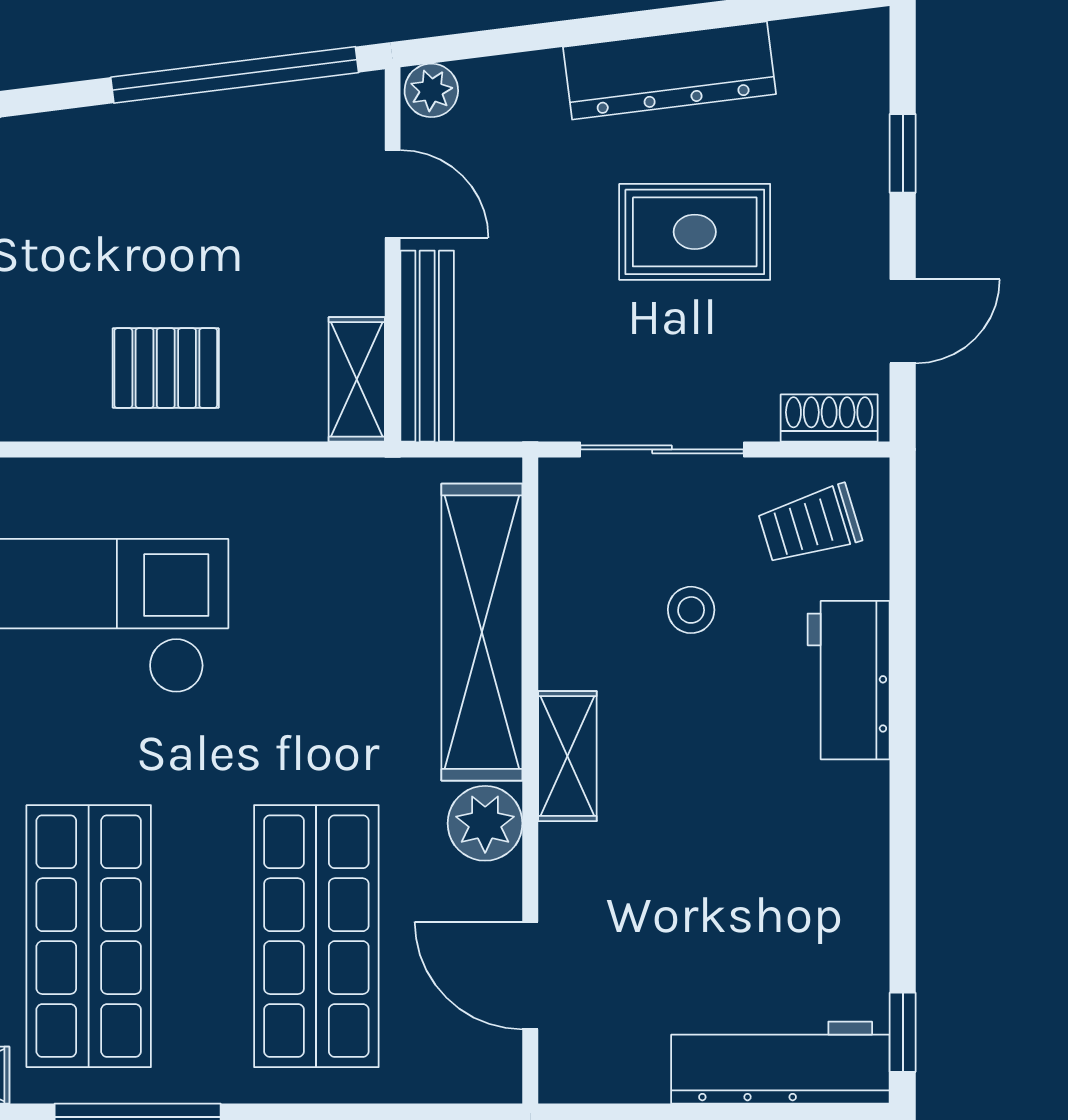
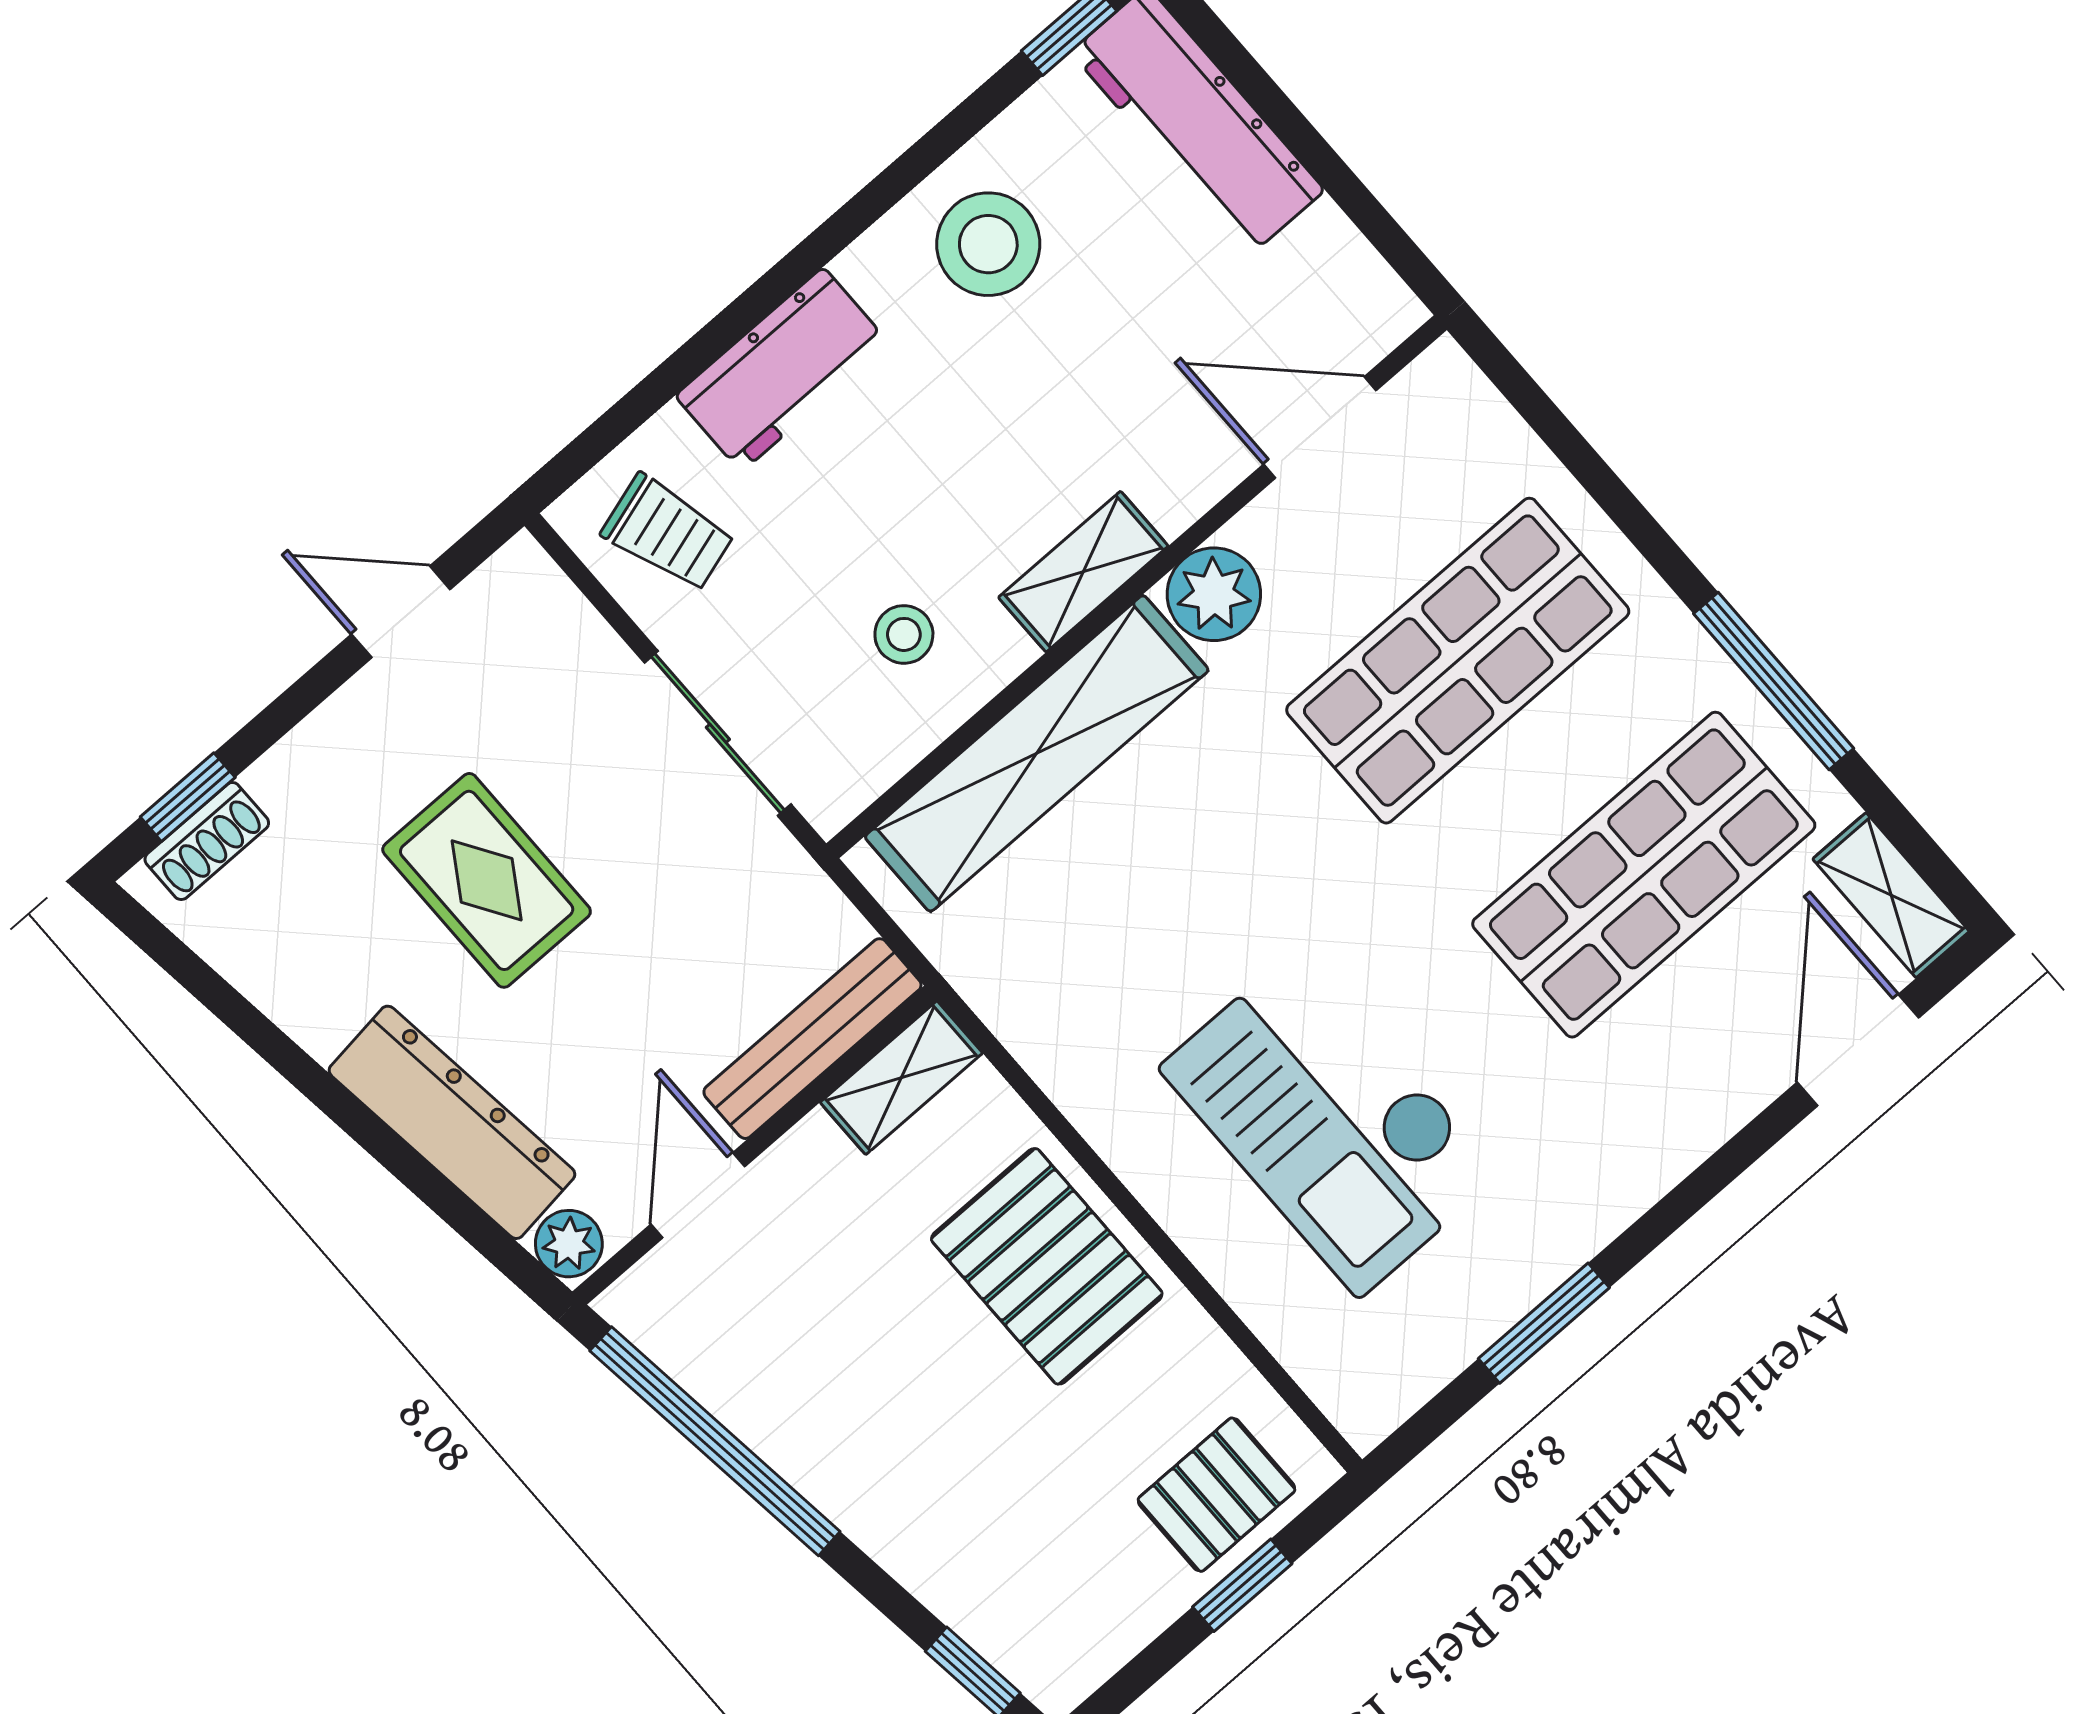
dresser: (670, 71) -> (452, 1122), moved
window: (903, 153) -> (188, 797), moved
pallet: (166, 368) -> (1047, 1266), width x1.50, depth x1.42
shoe rack: (829, 418) -> (207, 841), moved, turned -90
stool: (691, 610) -> (904, 634), moved
stool: (816, 871) -> (988, 244), added
door: (530, 975) -> (1320, 427), swing flipped

